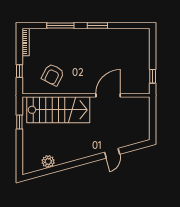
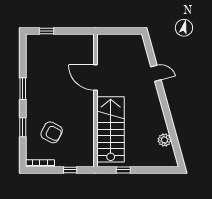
window: (60, 25) -> (23, 127), width x0.69
armchair: (53, 75) -> (52, 132), moved
window: (153, 76) -> (47, 31), moved

